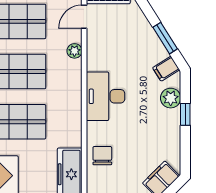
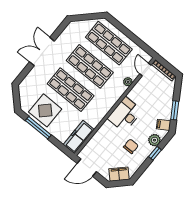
door: (84, 17) -> (145, 70), hinge flipped
chair: (102, 156) -> (131, 146), moved

